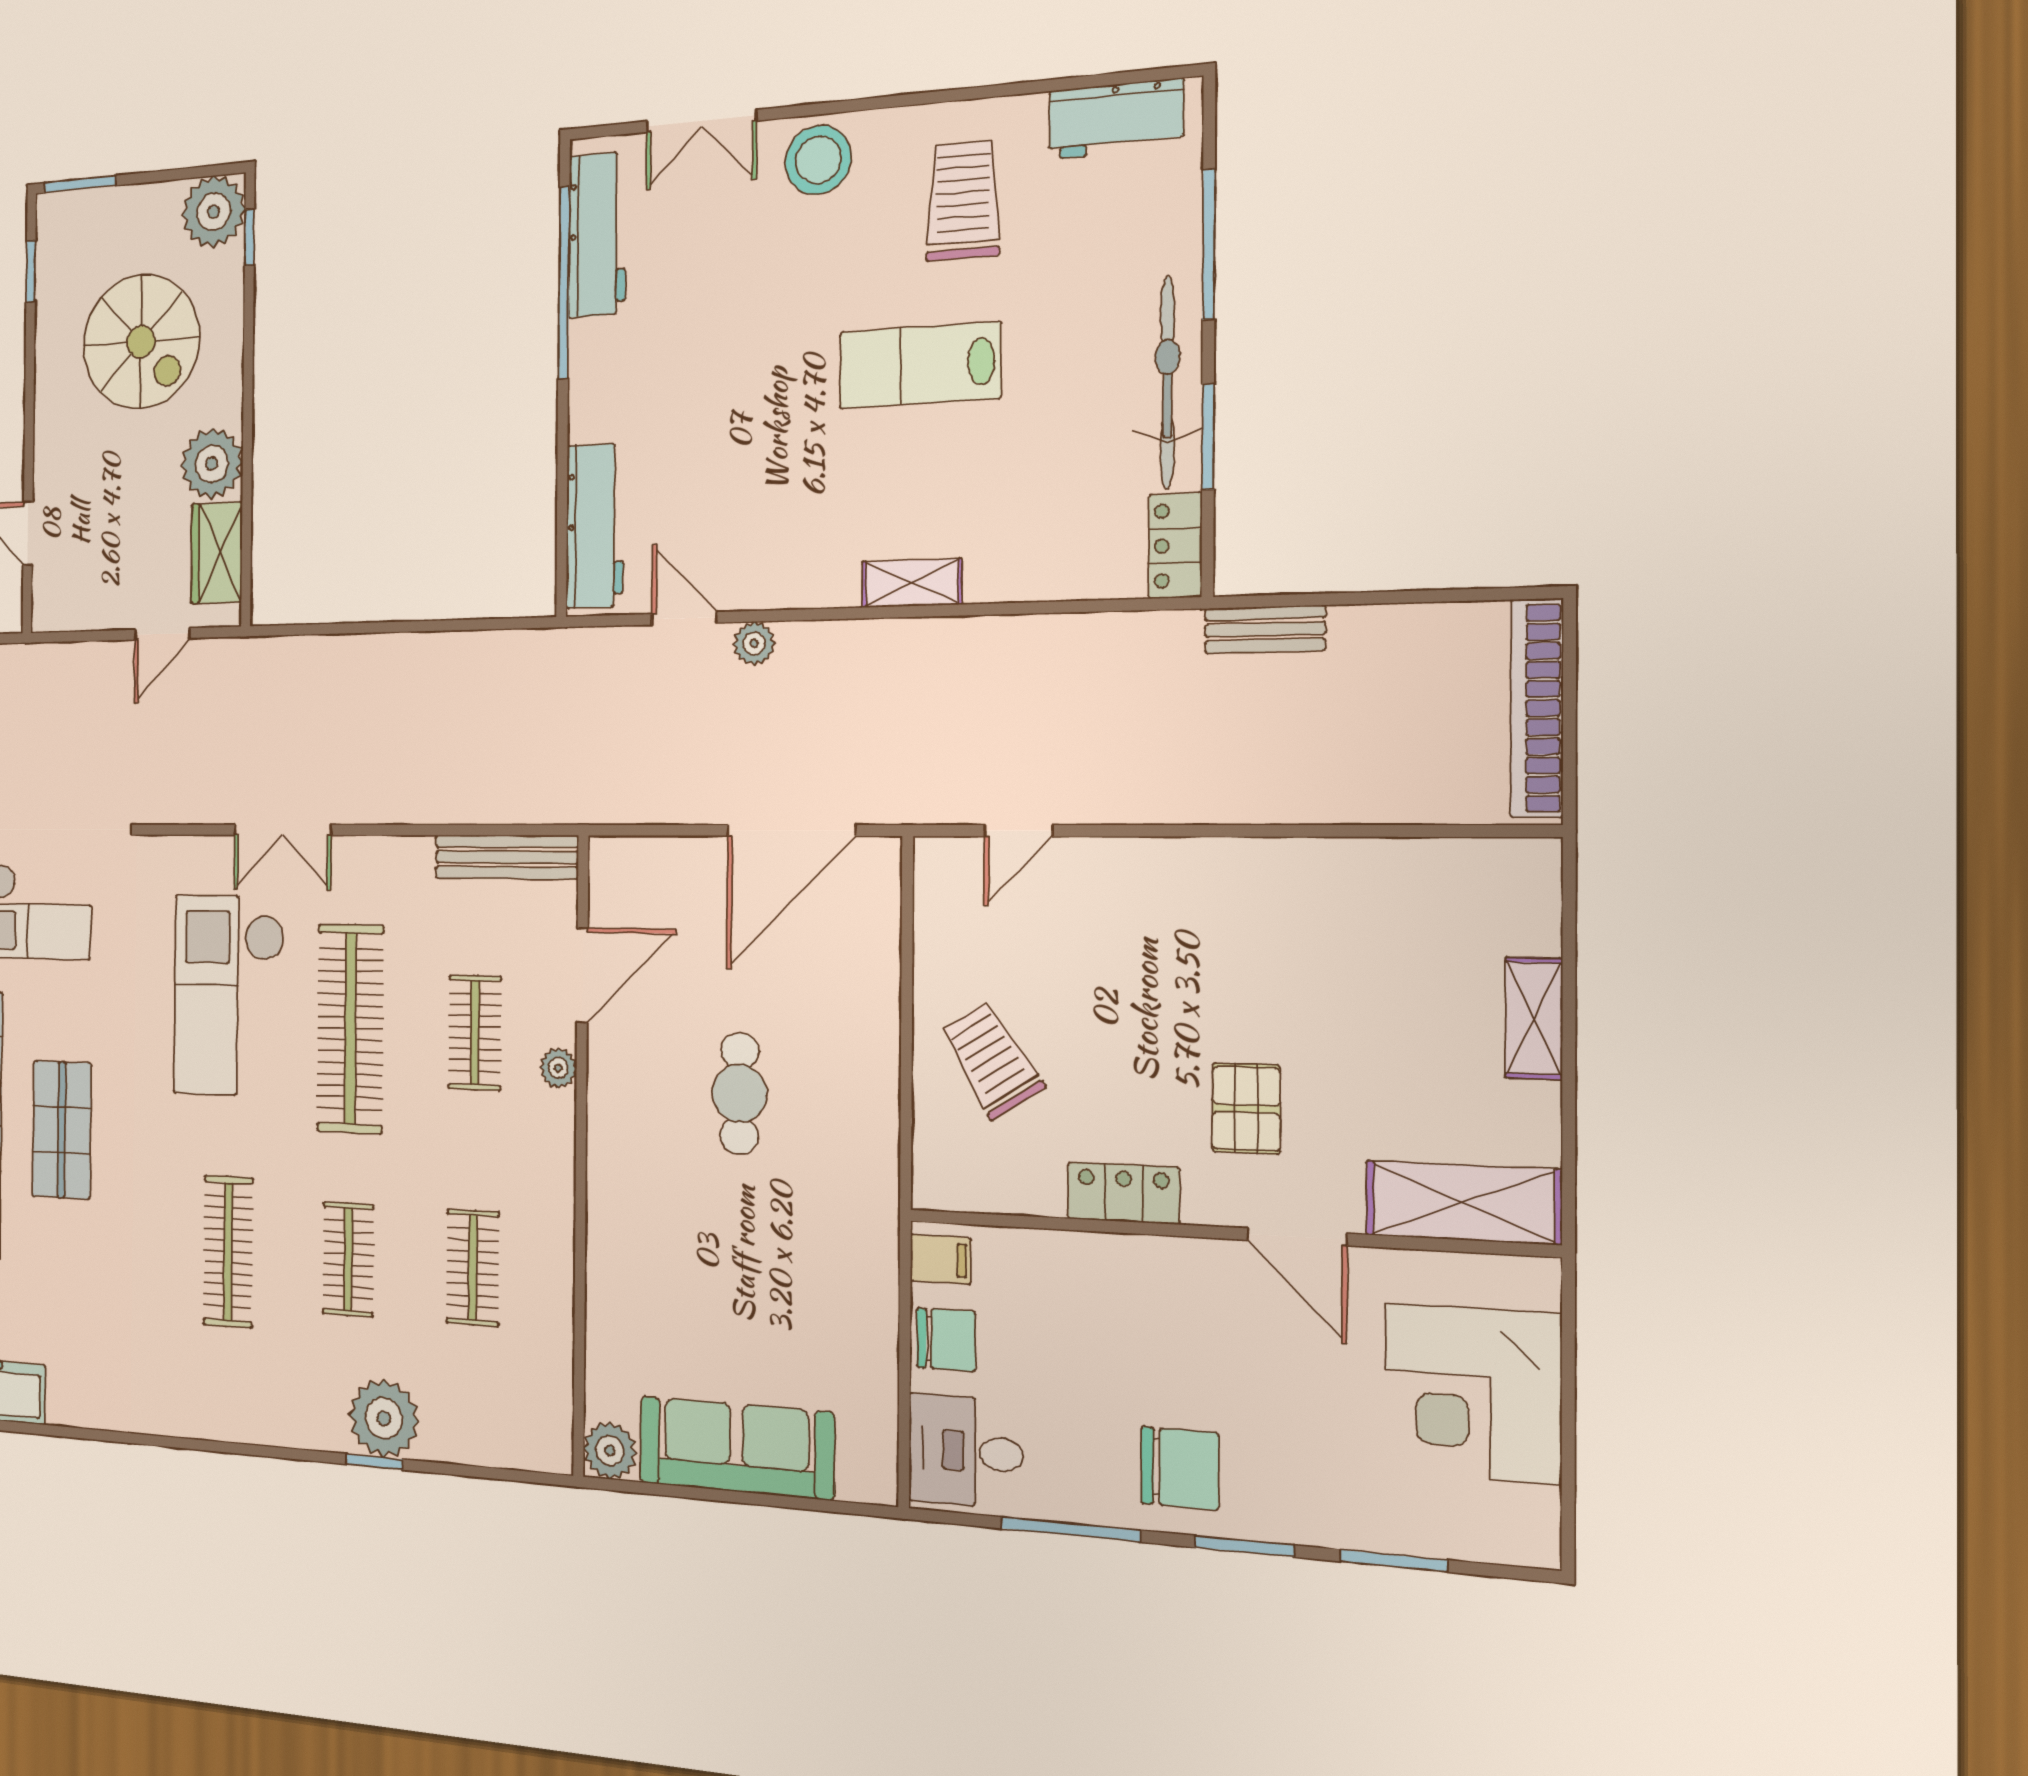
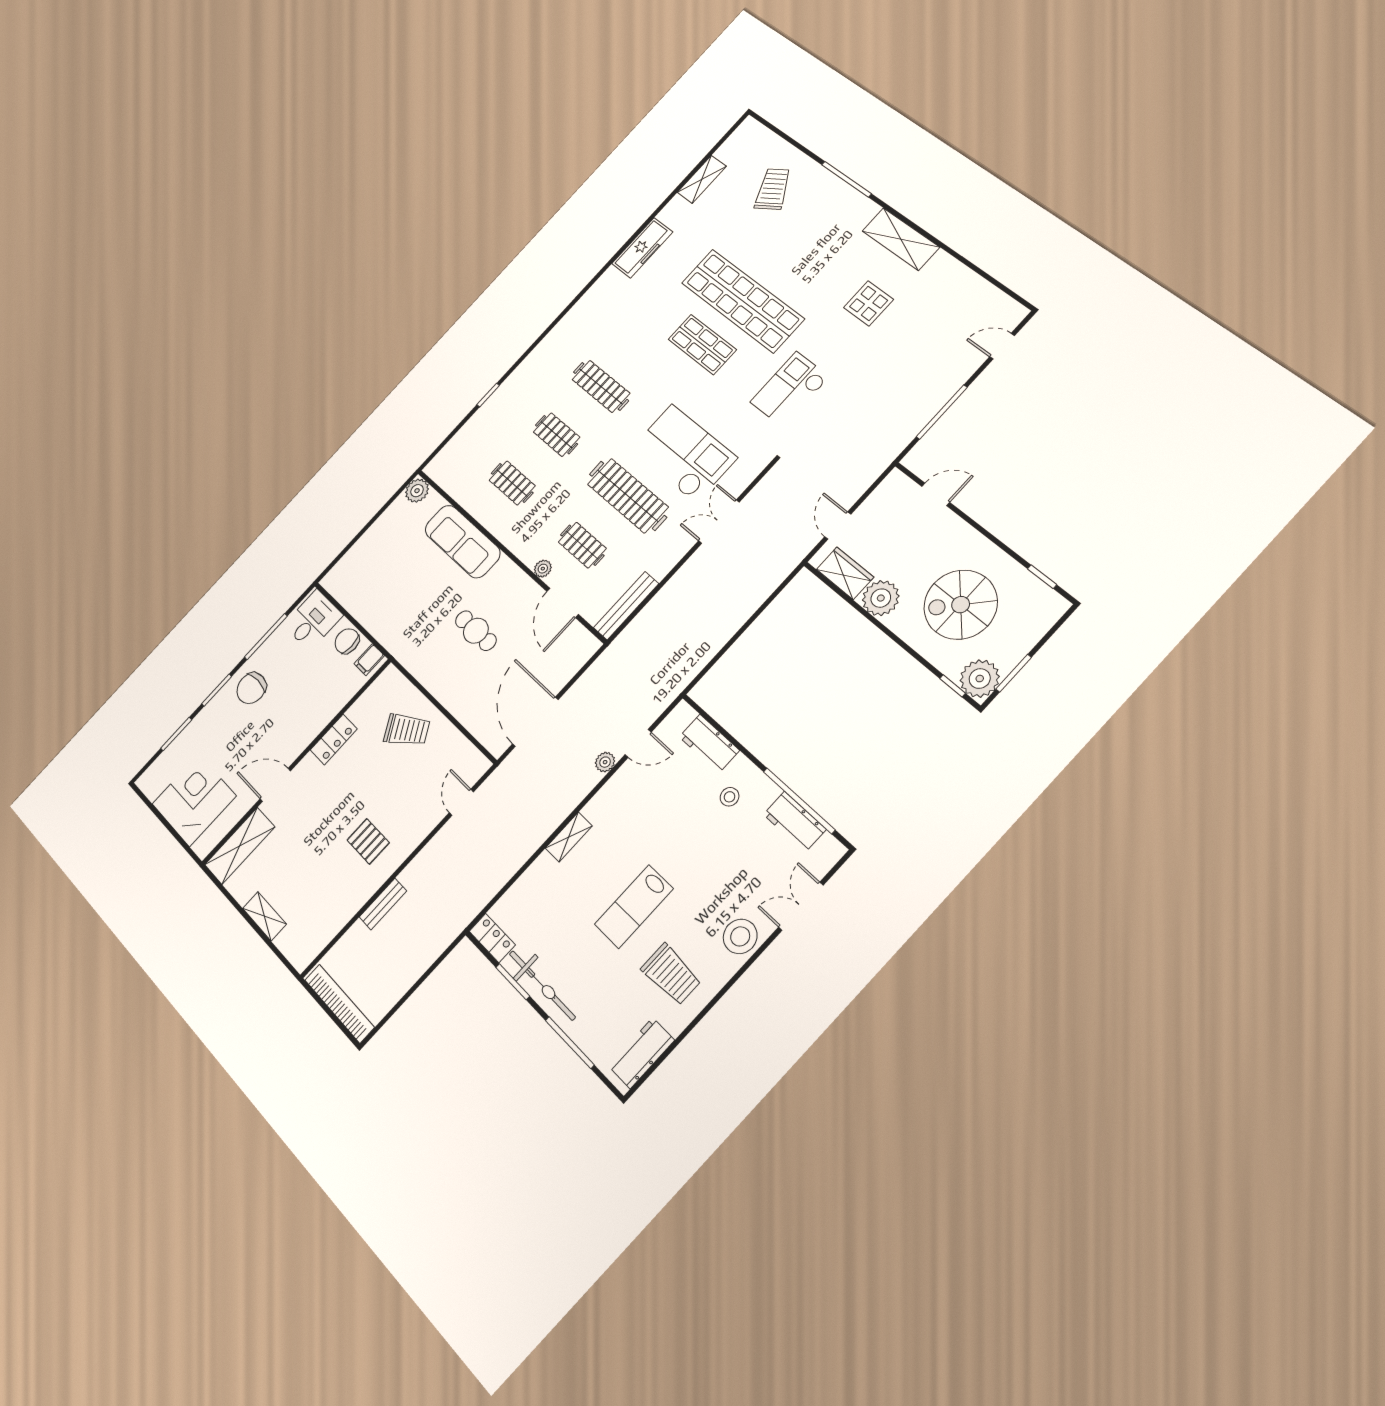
window: (80, 184) -> (1014, 673), moved
workbench: (597, 235) -> (795, 822), width x0.73
lab bench: (920, 365) -> (634, 907), turned 180
stool: (642, 391) -> (730, 797), added
workbench: (595, 526) -> (709, 744), width x0.73
bench: (1265, 629) -> (383, 904), moved
pallet: (1246, 1109) -> (368, 841), moved
chair: (946, 1340) -> (347, 641), turned 90
plant: (384, 1418) -> (498, 410), removed
sofa: (736, 1448) -> (462, 541), moved, turned 90

